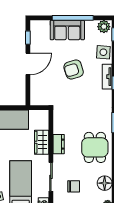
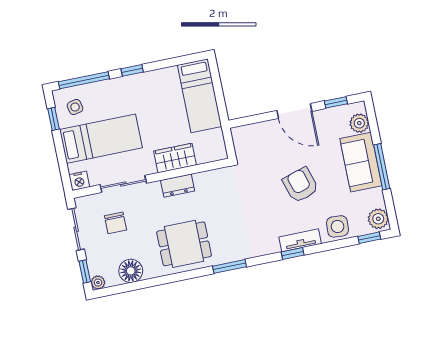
window: (73, 18) -> (382, 167), width x0.68
plant: (43, 26) -> (359, 123), added

